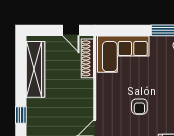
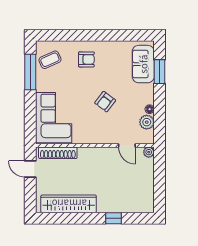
door: (71, 30) -> (30, 169), swing flipped
armchair: (139, 107) -> (105, 102), turned 127

